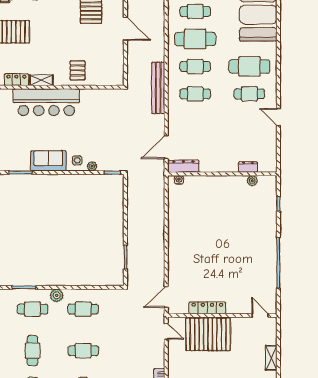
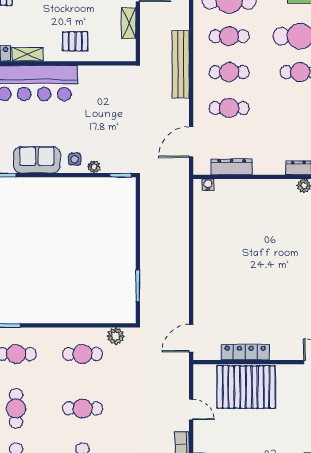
shelving: (119, 57) -> (129, 23), added
pallet: (78, 70) -> (75, 41), turned 90
cafe table: (195, 121) -> (229, 108), added
dresser: (183, 166) -> (232, 167), moved
plant: (57, 295) -> (116, 336), moved
door: (166, 331) -> (191, 409), moved

